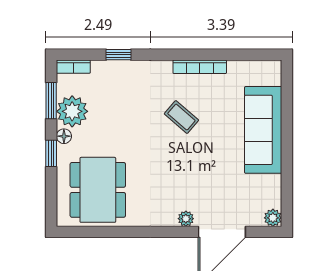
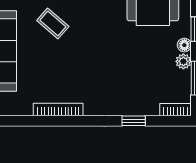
plant: (72, 111) -> (183, 61), width x0.53, depth x0.53
coffee table: (181, 117) -> (53, 23), moved

